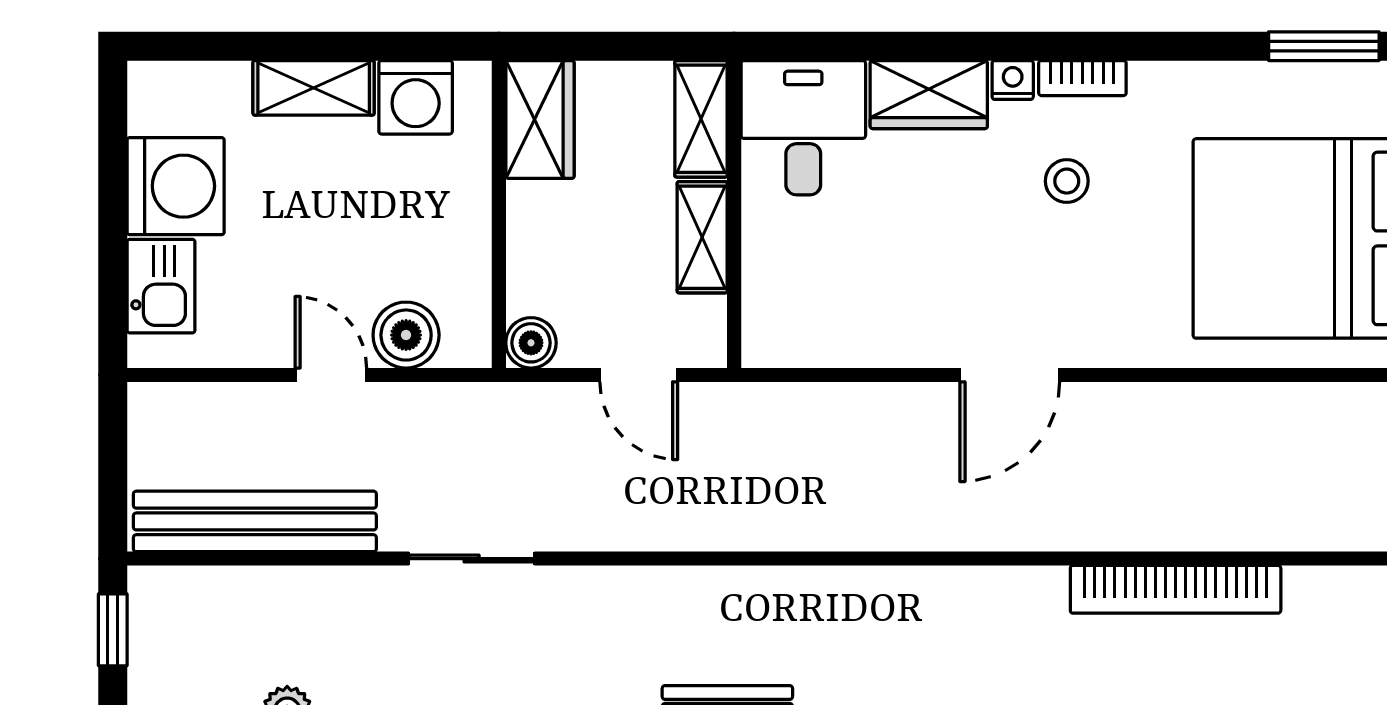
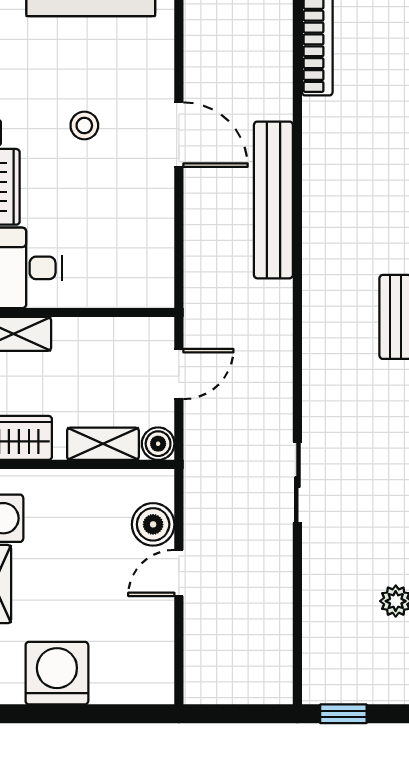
stool: (1067, 181) -> (84, 126), moved
shelving: (702, 237) -> (103, 444), moved
kitchen sink: (161, 286) -> (121, 683), removed
bench: (255, 521) -> (273, 200), moved

